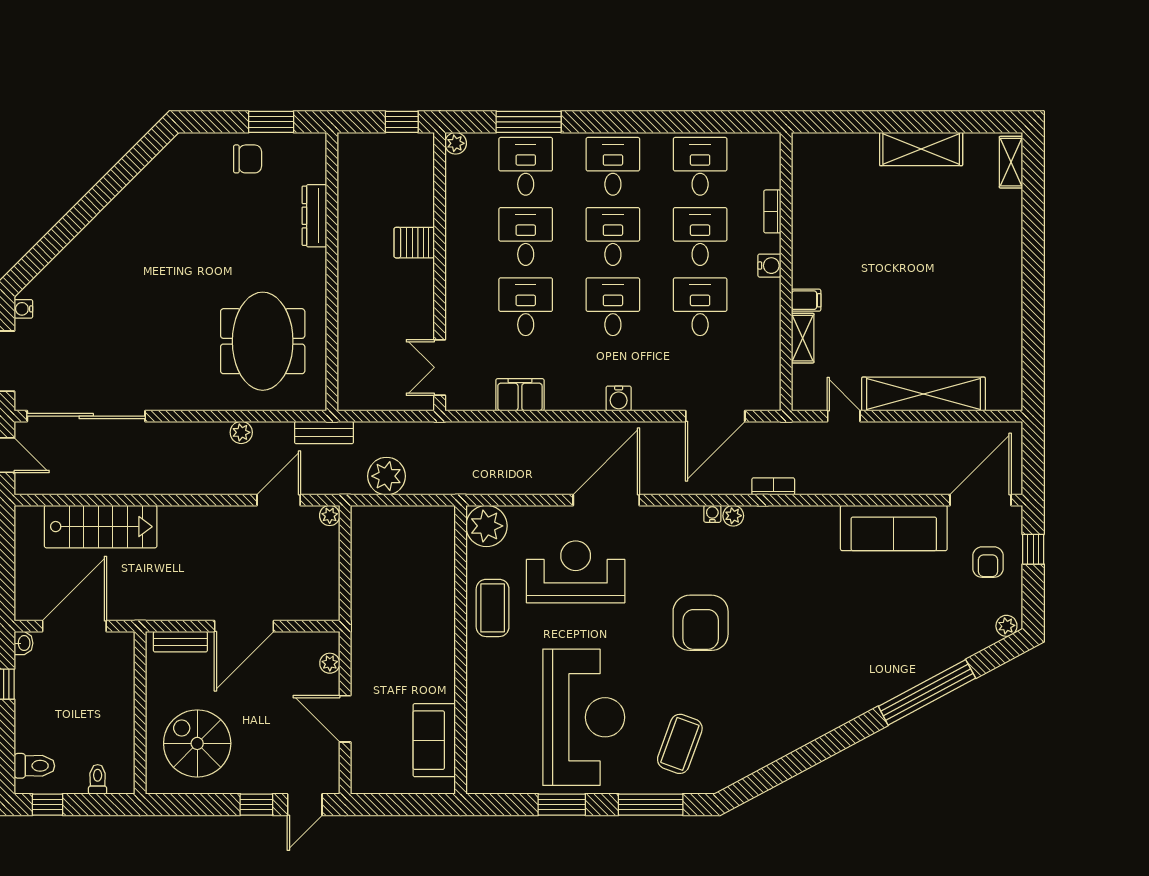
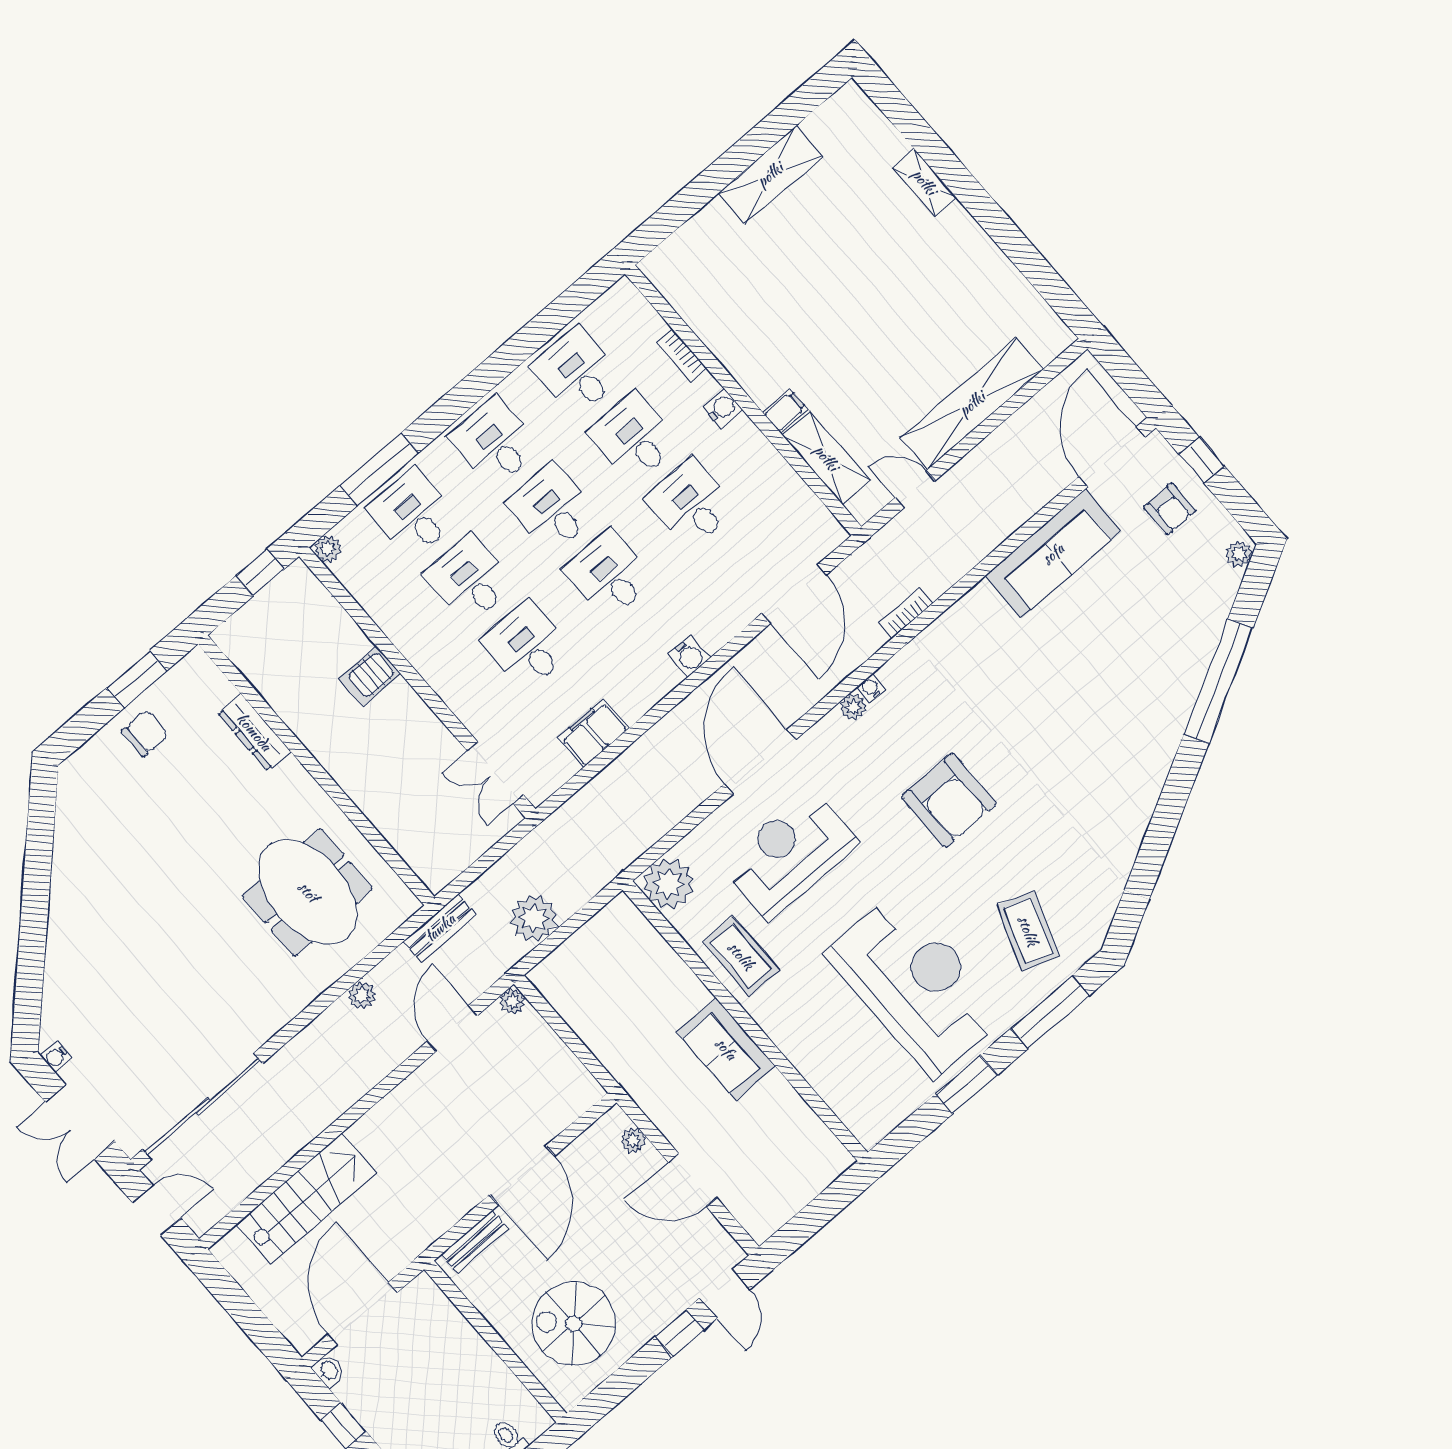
shelving: (1011, 162) -> (924, 182), moved
shelving: (803, 338) -> (826, 458), width x1.50, depth x1.33
plant: (733, 516) -> (853, 707), moved
sofa: (434, 740) -> (726, 1049), moved

